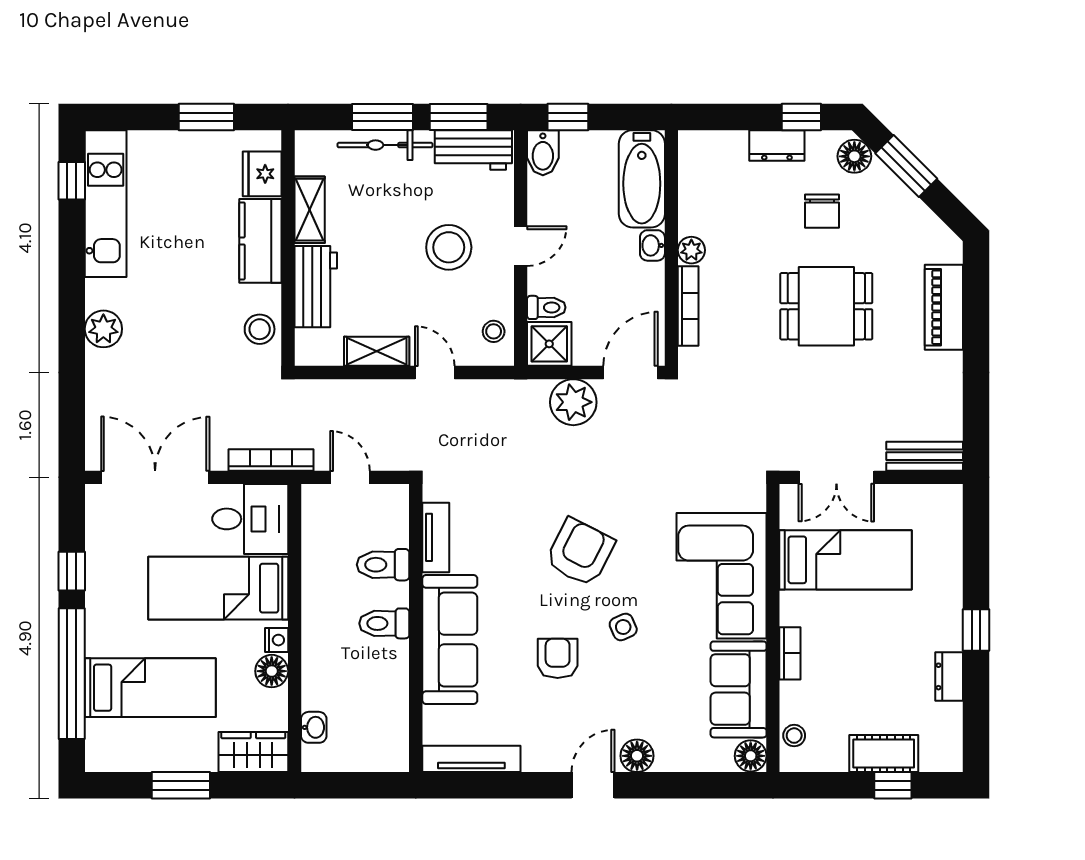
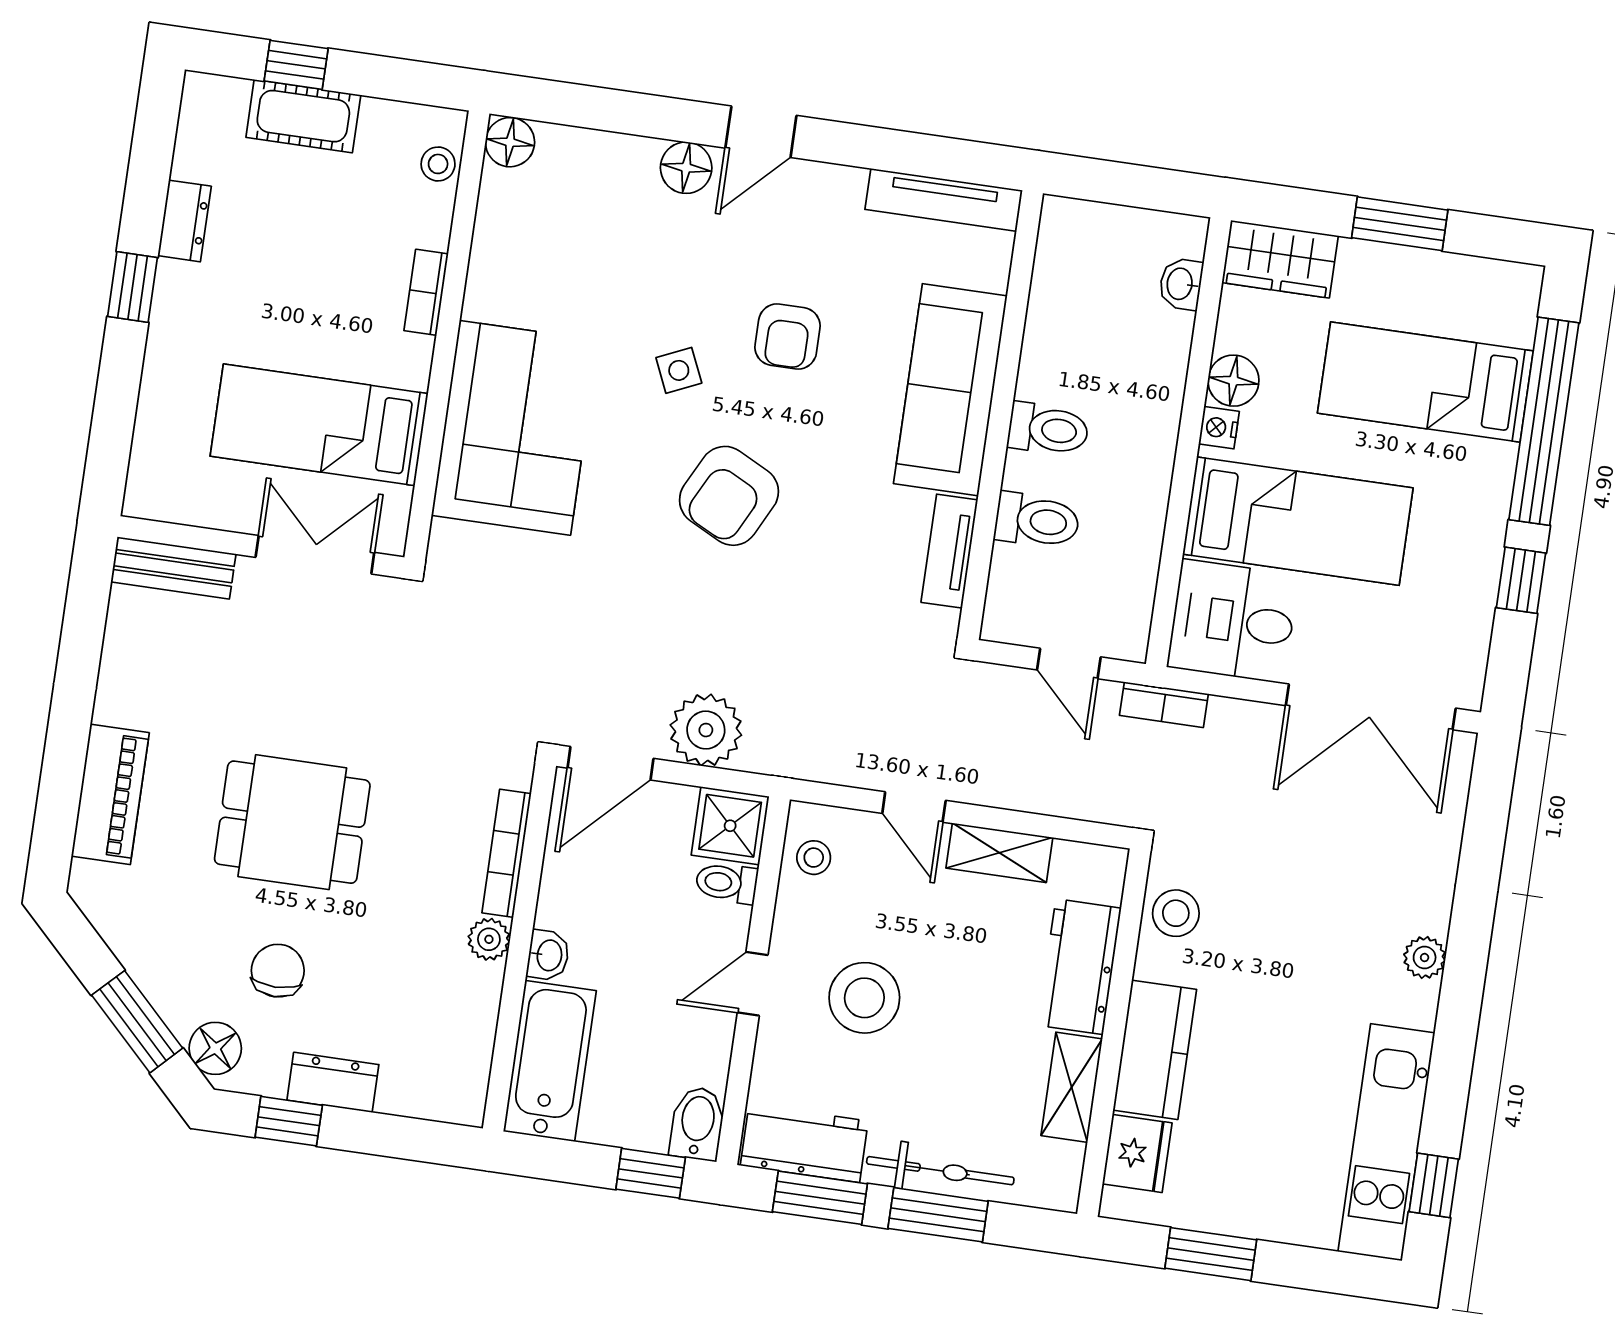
plant: (103, 329) -> (1425, 957), width x0.73, depth x0.73
bookcase: (271, 460) -> (1164, 705), width x0.64
sofa: (739, 689) -> (514, 248), removed

